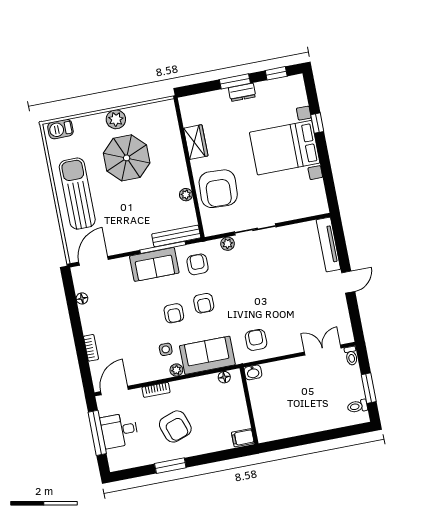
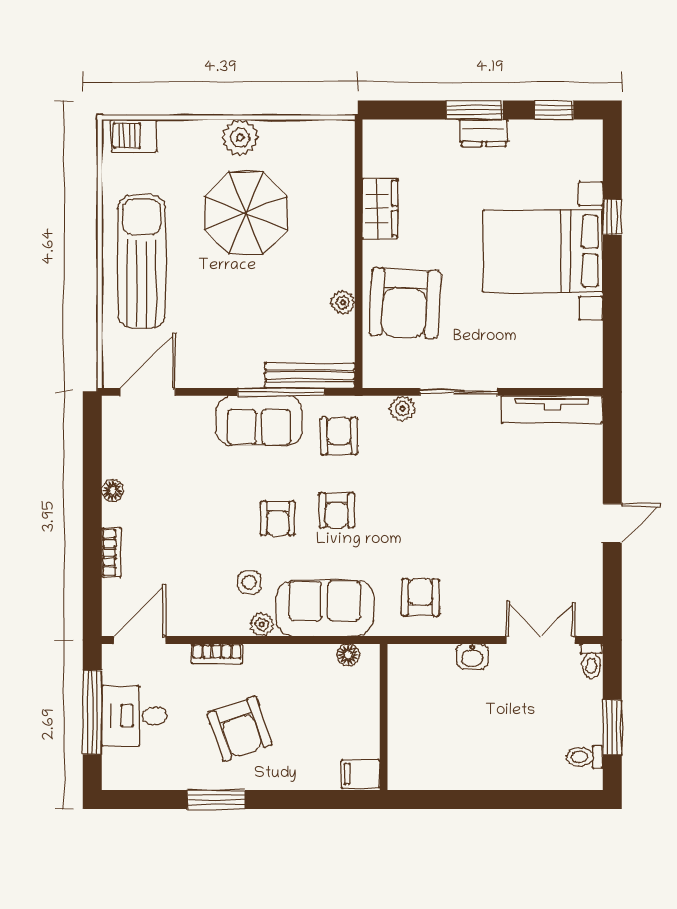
tv unit: (328, 245) -> (552, 409), moved, turned -90
floor lamp: (82, 298) -> (113, 491), moved
washbasin: (253, 372) -> (472, 656), moved

